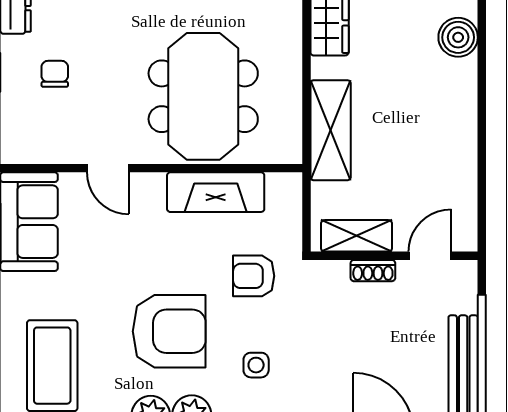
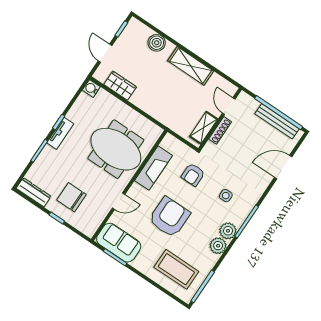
chair: (55, 74) -> (72, 197), width x1.87, depth x1.87
shelving: (331, 130) -> (191, 66), moved
shoe rack: (373, 271) -> (220, 130), width x1.43
armchair: (169, 331) -> (169, 217), moved

